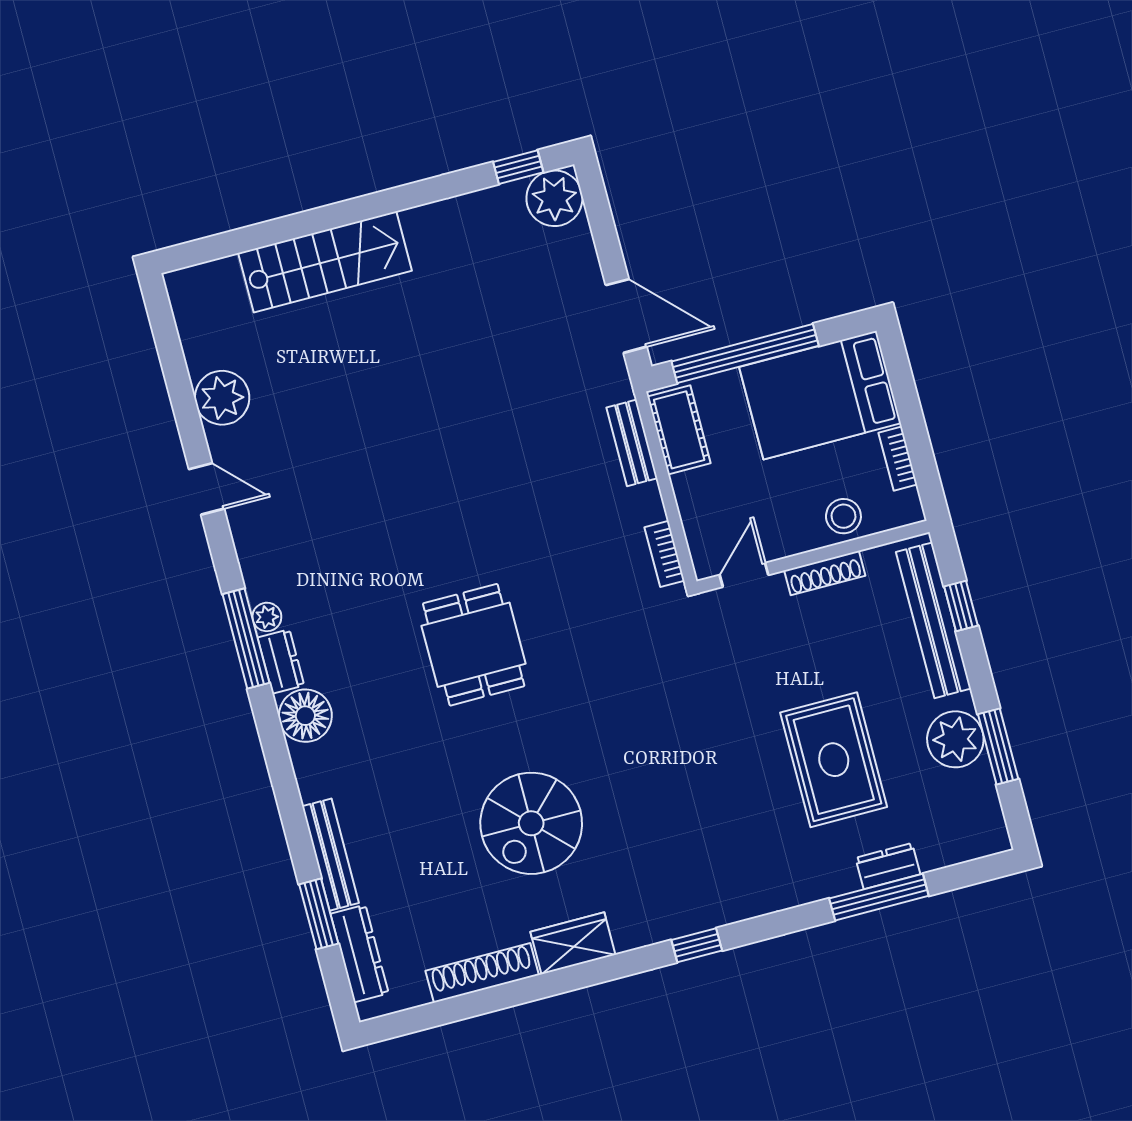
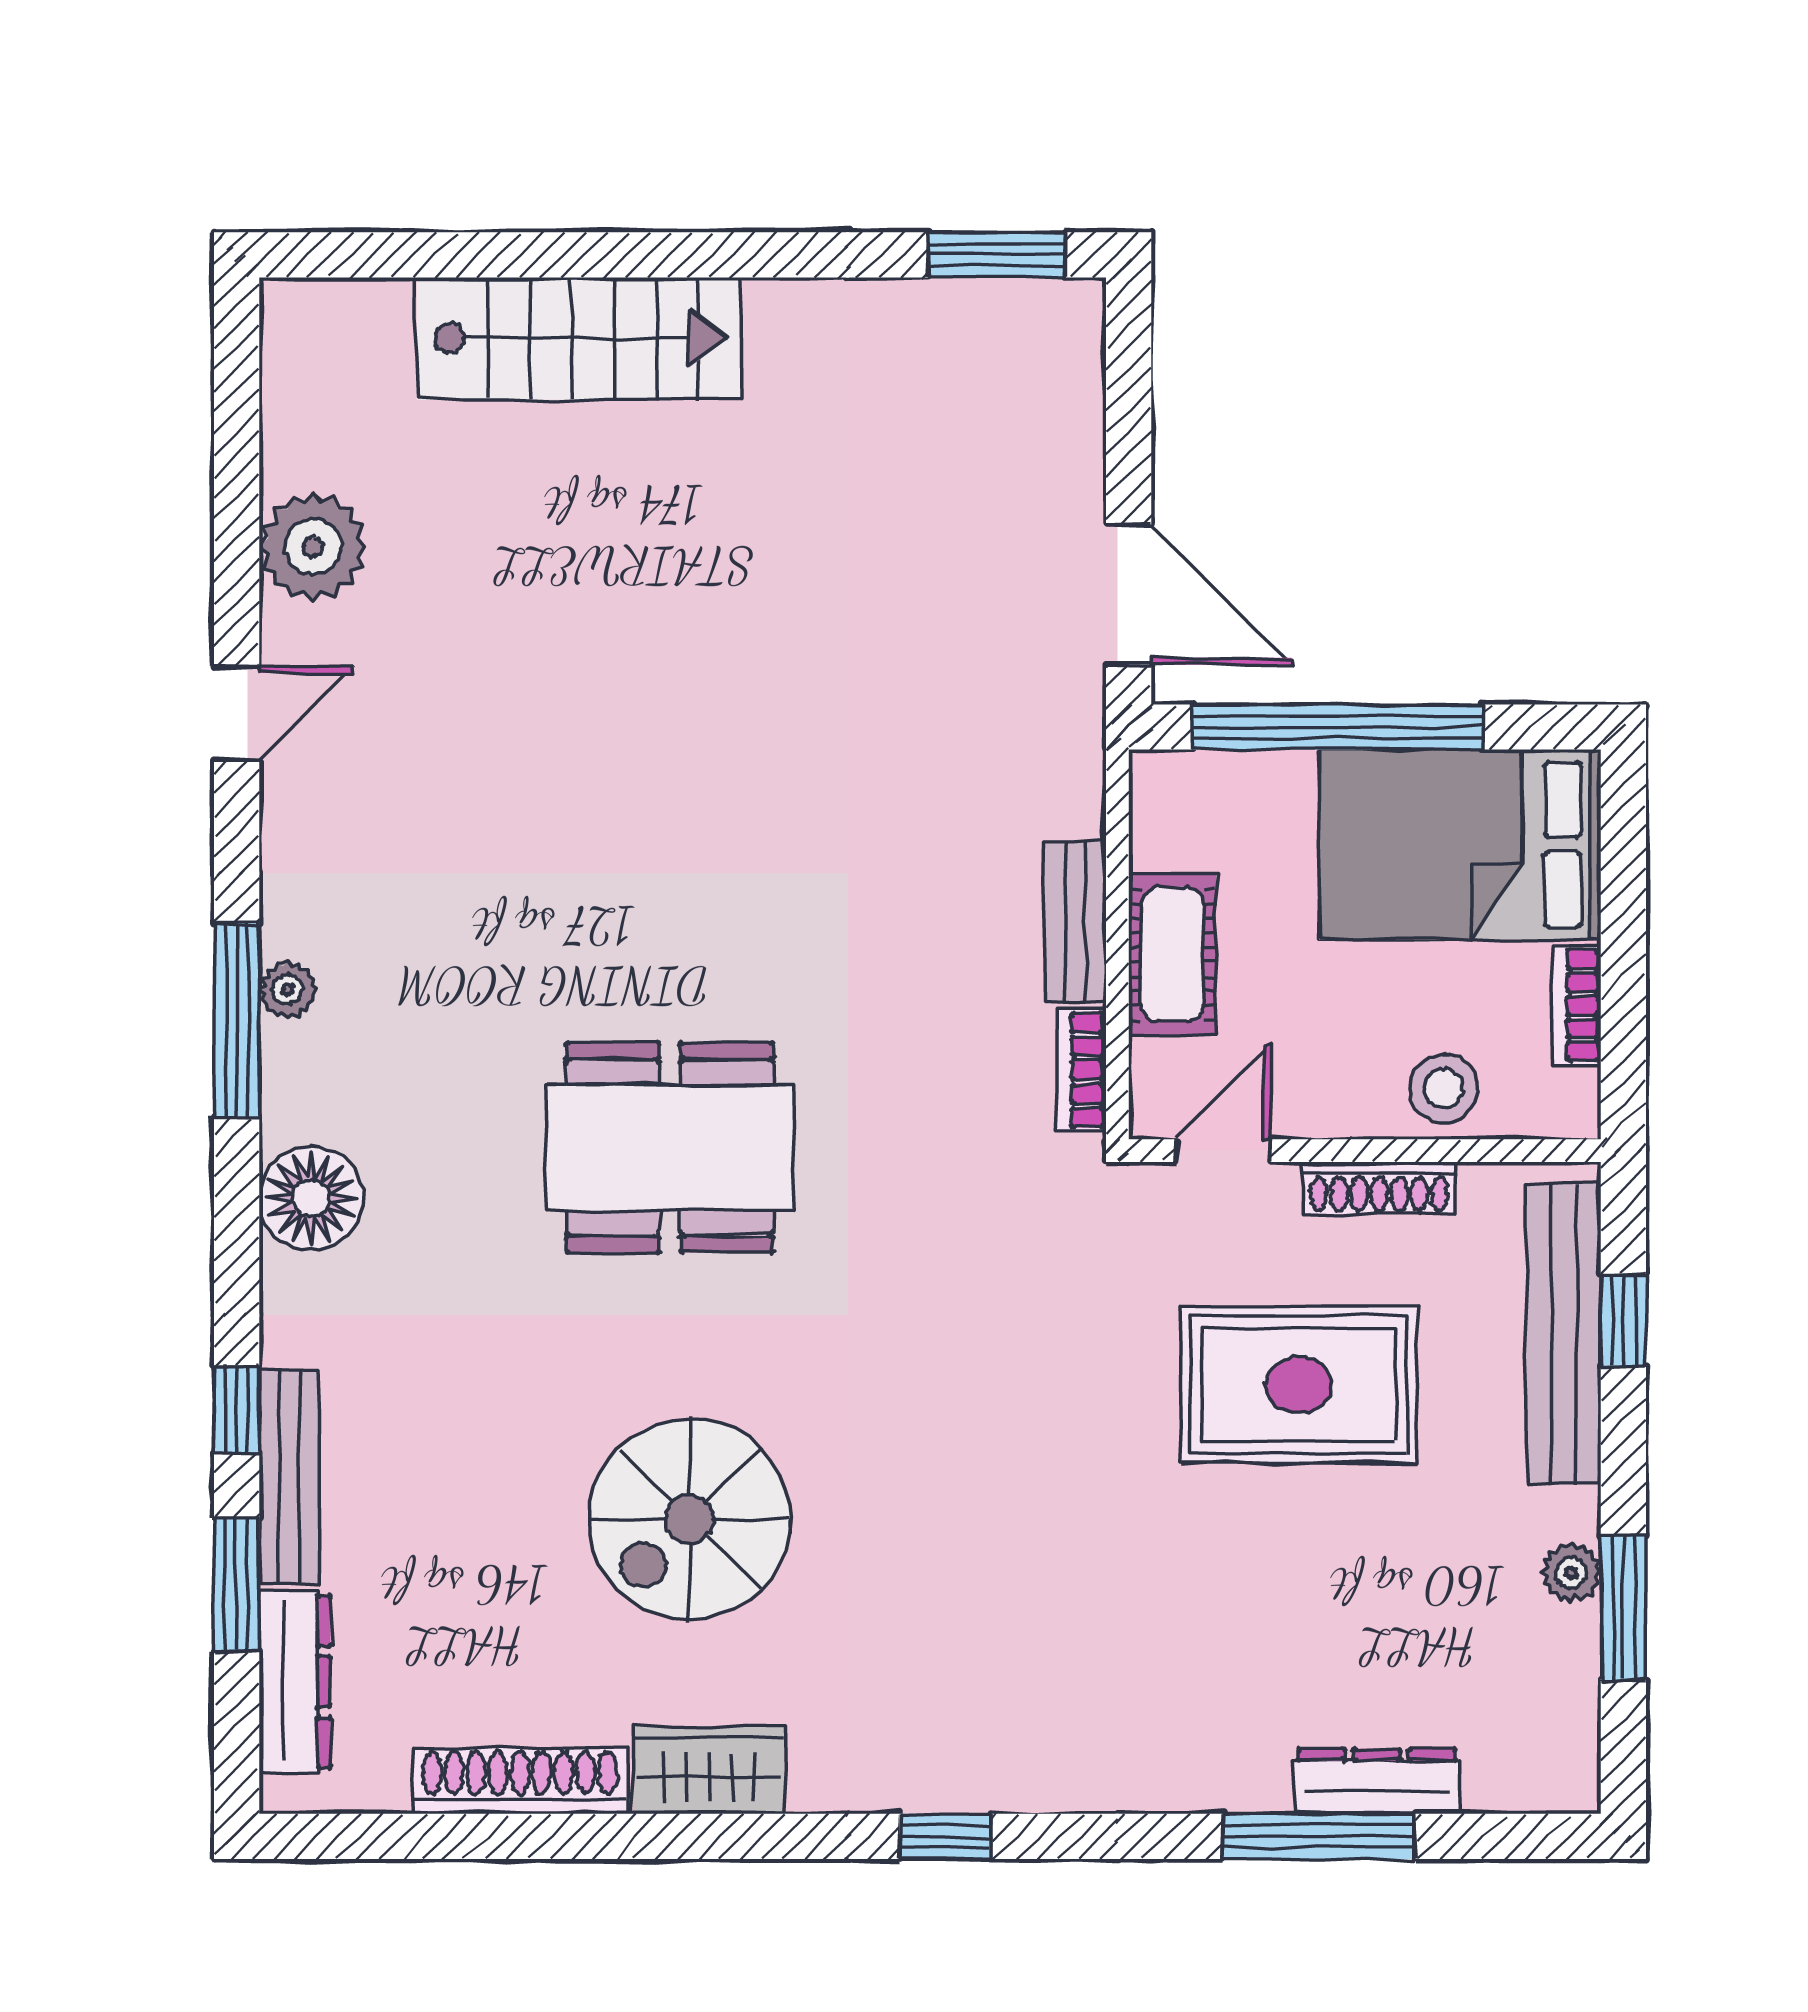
window: (518, 167) -> (997, 255), width x1.50
plant: (554, 198) -> (1051, 333), removed
cot: (679, 430) -> (1172, 954), moved
bench: (632, 443) -> (1075, 922), moved
door: (206, 489) -> (237, 714), hinge flipped
dining table: (474, 645) -> (670, 1147), width x1.37
dresser: (281, 662) -> (292, 1082), removed
plant: (955, 739) -> (1571, 1573), width x0.53, depth x0.53
rug: (834, 760) -> (1299, 1385), moved, turned 90
window: (296, 828) -> (237, 1409), added
dresser: (888, 866) -> (1377, 1781), width x1.44

